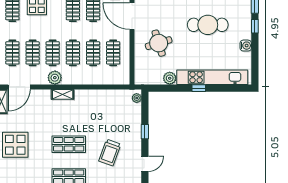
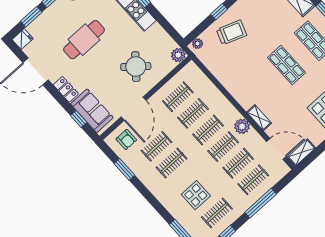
cafe table: (208, 25) -> (84, 40), turned 90
round table: (159, 43) -> (136, 67), turned -33
plant: (170, 78) -> (178, 55), moved
shelving: (63, 94) -> (259, 118), moved
trolley: (110, 153) -> (231, 32), moved

